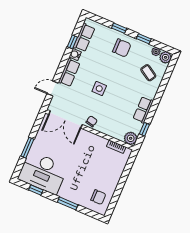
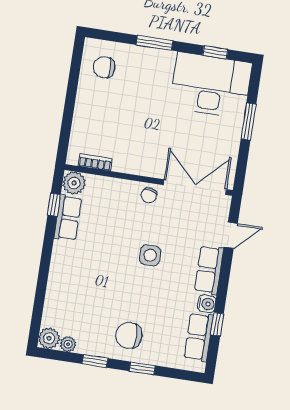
coffee table: (148, 73) -> (72, 304), removed
row of seats: (143, 110) -> (68, 218), moved

